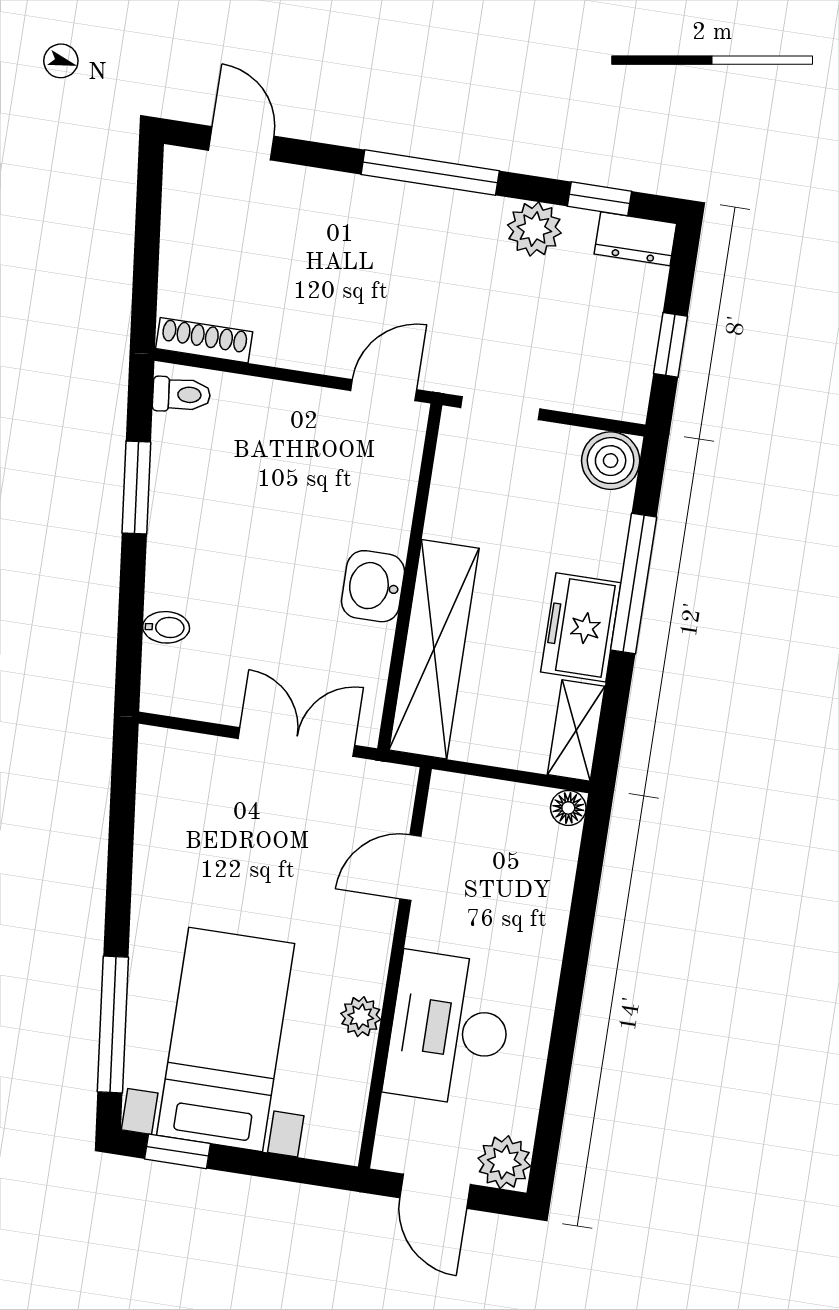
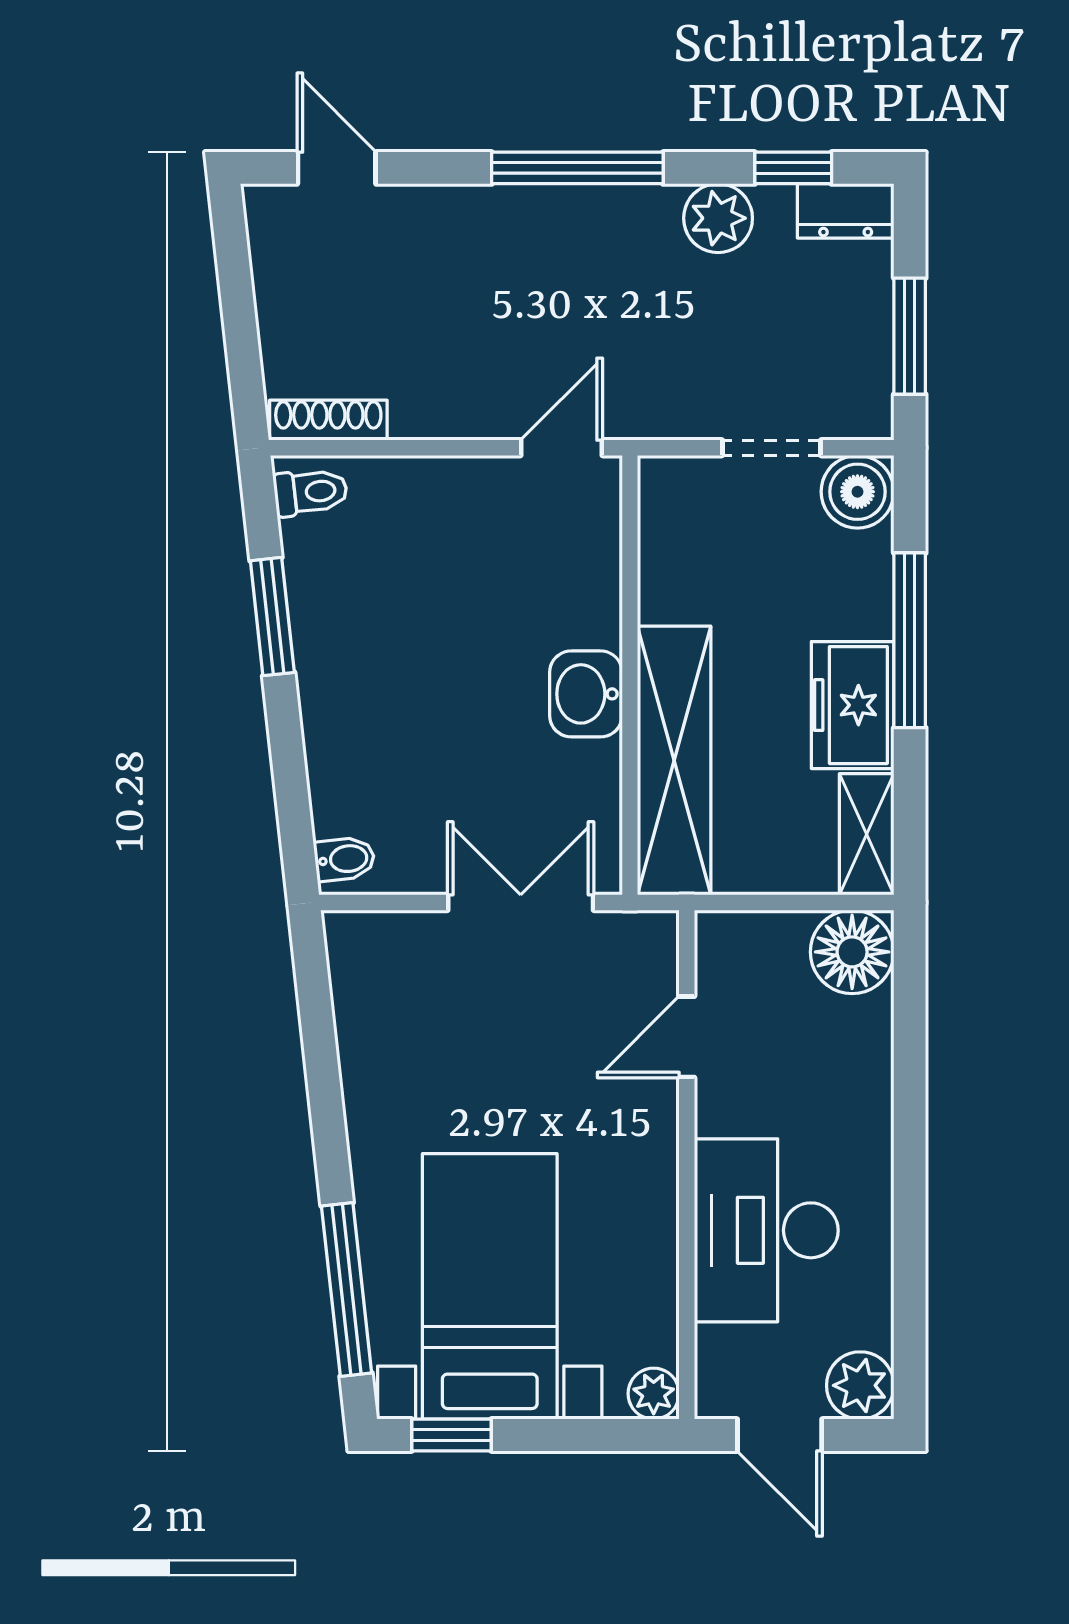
window: (670, 345) -> (910, 336), width x1.50
doorway: (500, 408) -> (772, 448), moved
bidet: (166, 627) -> (345, 859), moved
floor lamp: (568, 808) -> (852, 952), width x1.89, depth x1.89
plant: (361, 1017) -> (654, 1394), moved

